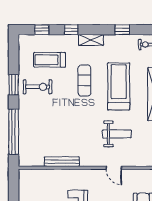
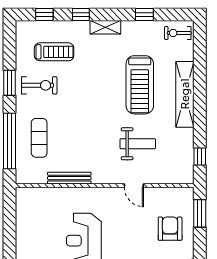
treadmill: (50, 60) -> (54, 52), turned 180
exercise mat: (84, 81) -> (39, 138), moved
treadmill: (119, 86) -> (140, 85), turned 180

